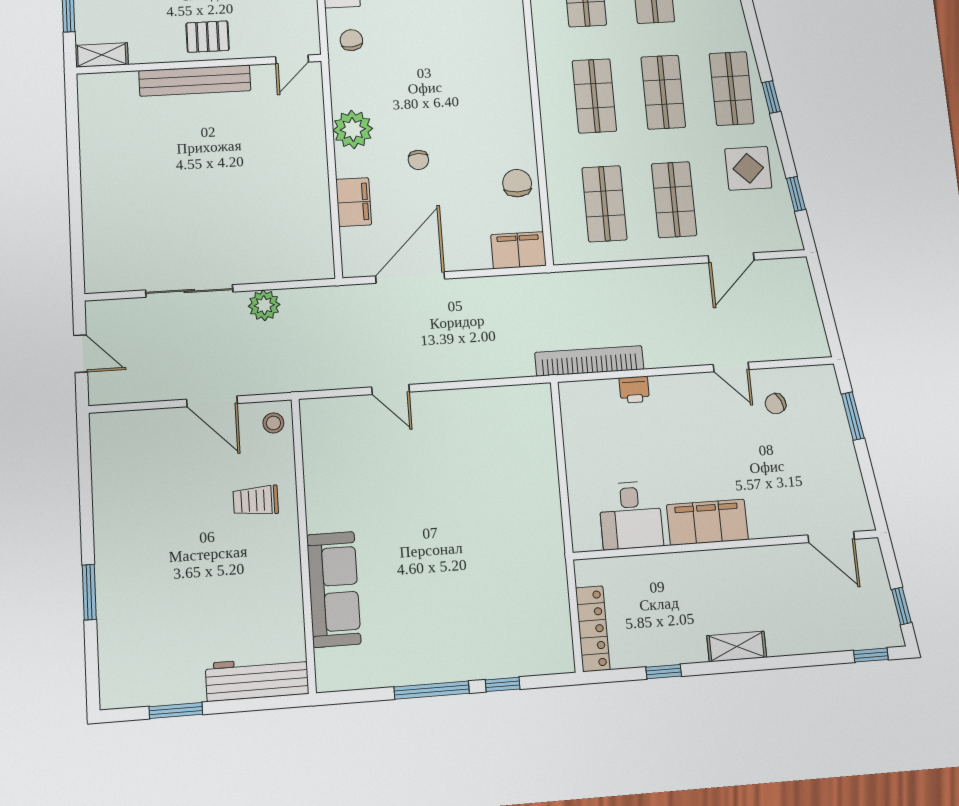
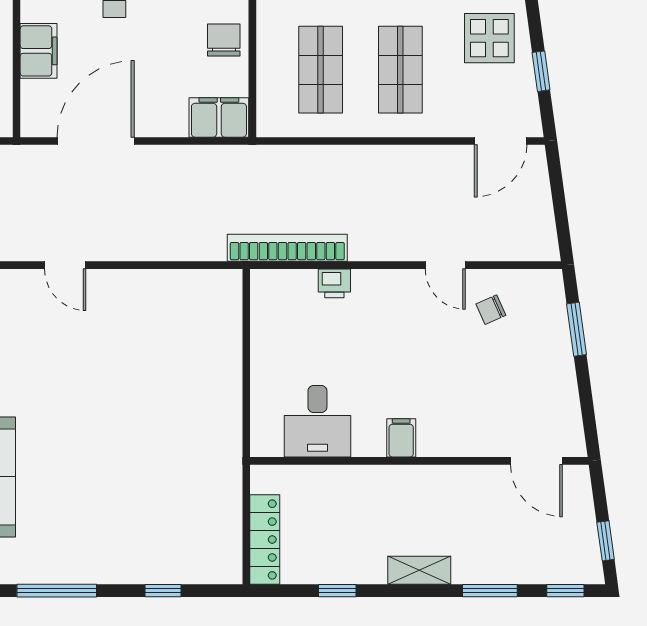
door: (731, 258) -> (501, 141), moved
filing cabinet: (707, 522) -> (401, 438), width x0.33, depth x0.86
window: (803, 661) -> (490, 591), added
window: (432, 690) -> (57, 591), moved

